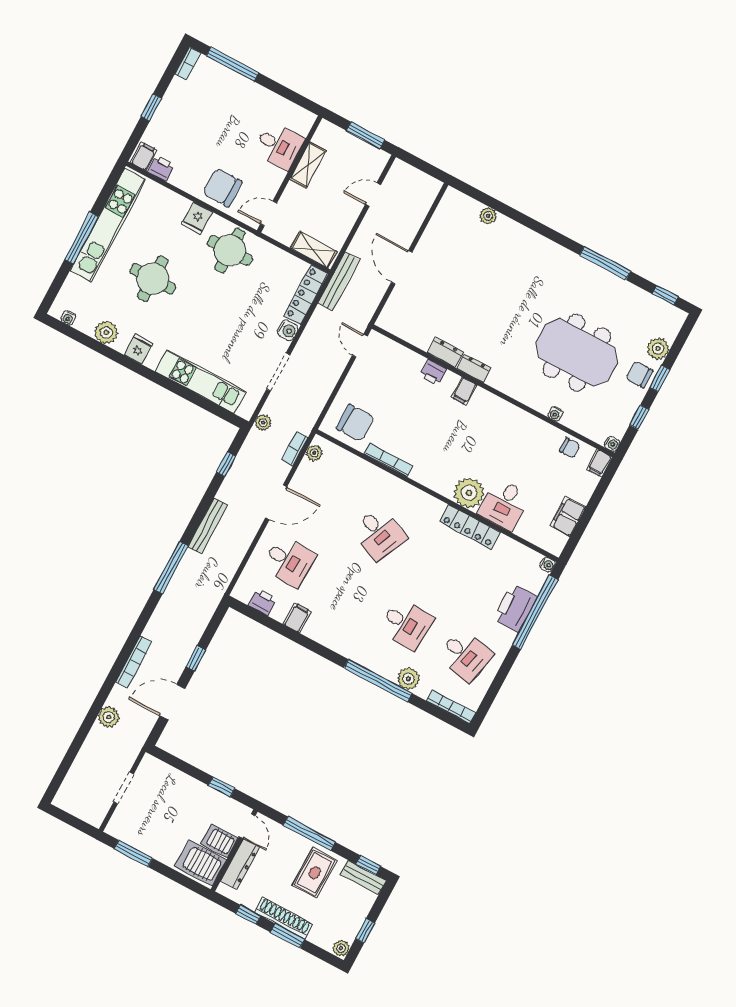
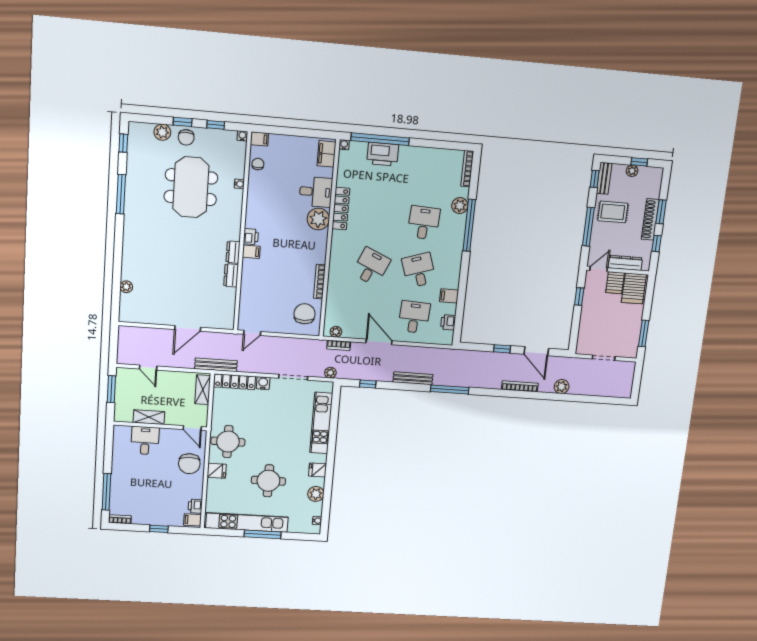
printer: (433, 372) -> (251, 237), moved
filing cabinet: (568, 516) -> (326, 154), moved, turned 90
desk: (465, 655) -> (419, 270), moved, turned -30
plant: (341, 948) -> (632, 171), moved

